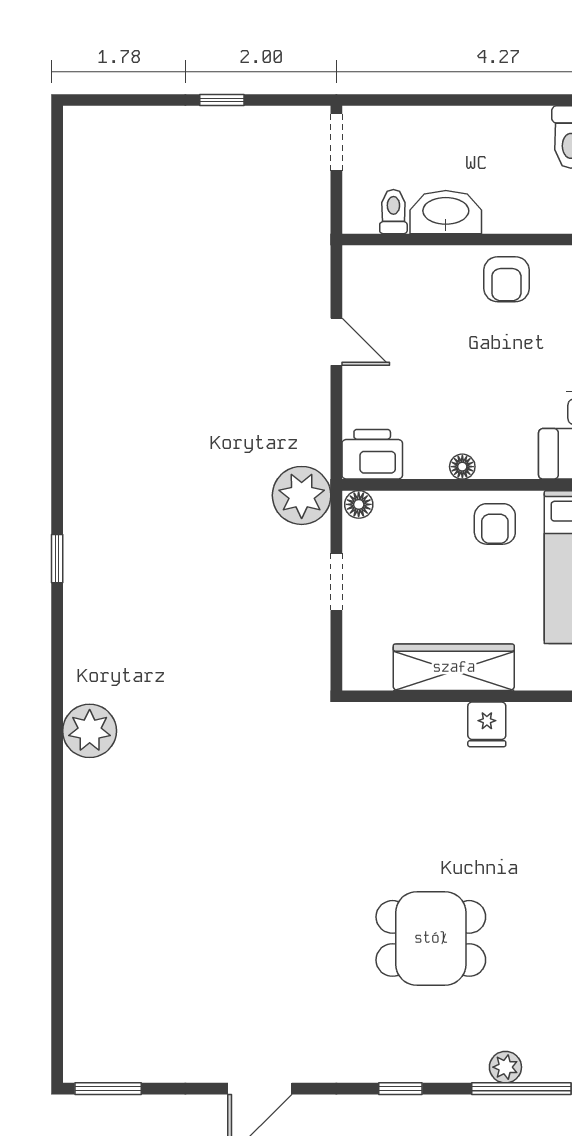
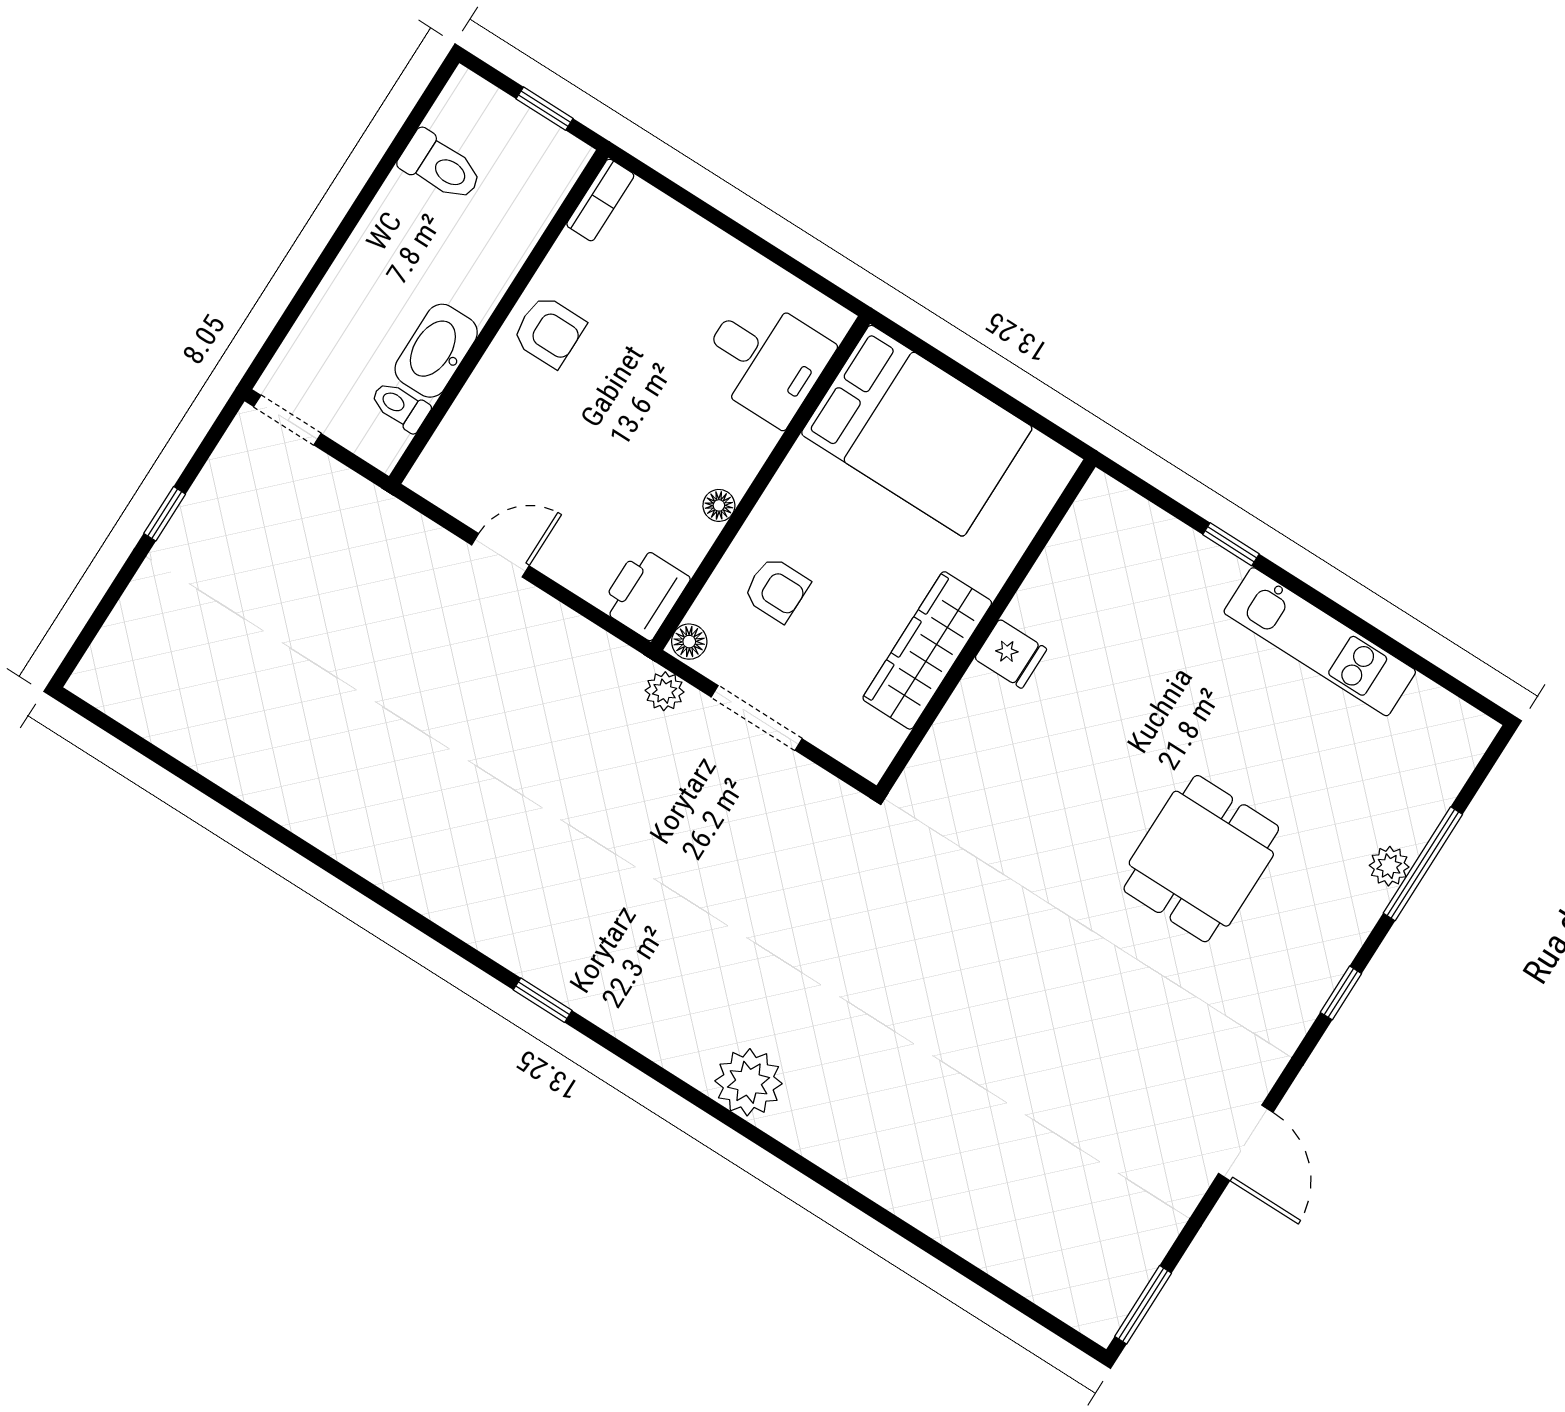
plant: (302, 495) -> (665, 691), width x0.53, depth x0.53
armchair: (495, 524) -> (776, 589), moved
doorway: (336, 582) -> (757, 718), width x1.38

